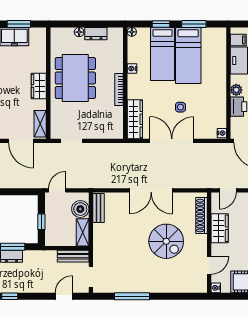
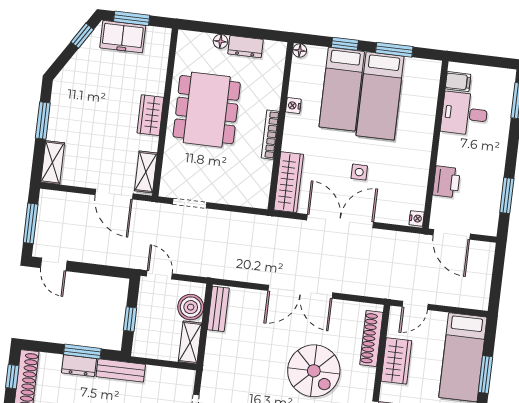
plant: (236, 90) -> (446, 156), removed
door: (57, 190) -> (159, 275), hinge flipped
bench: (73, 256) -> (121, 370), moved

